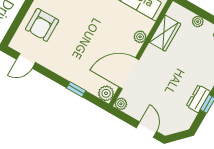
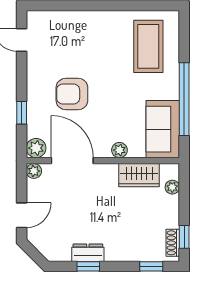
plant: (198, 22) -> (172, 187), moved
armchair: (42, 25) -> (72, 94), moved

